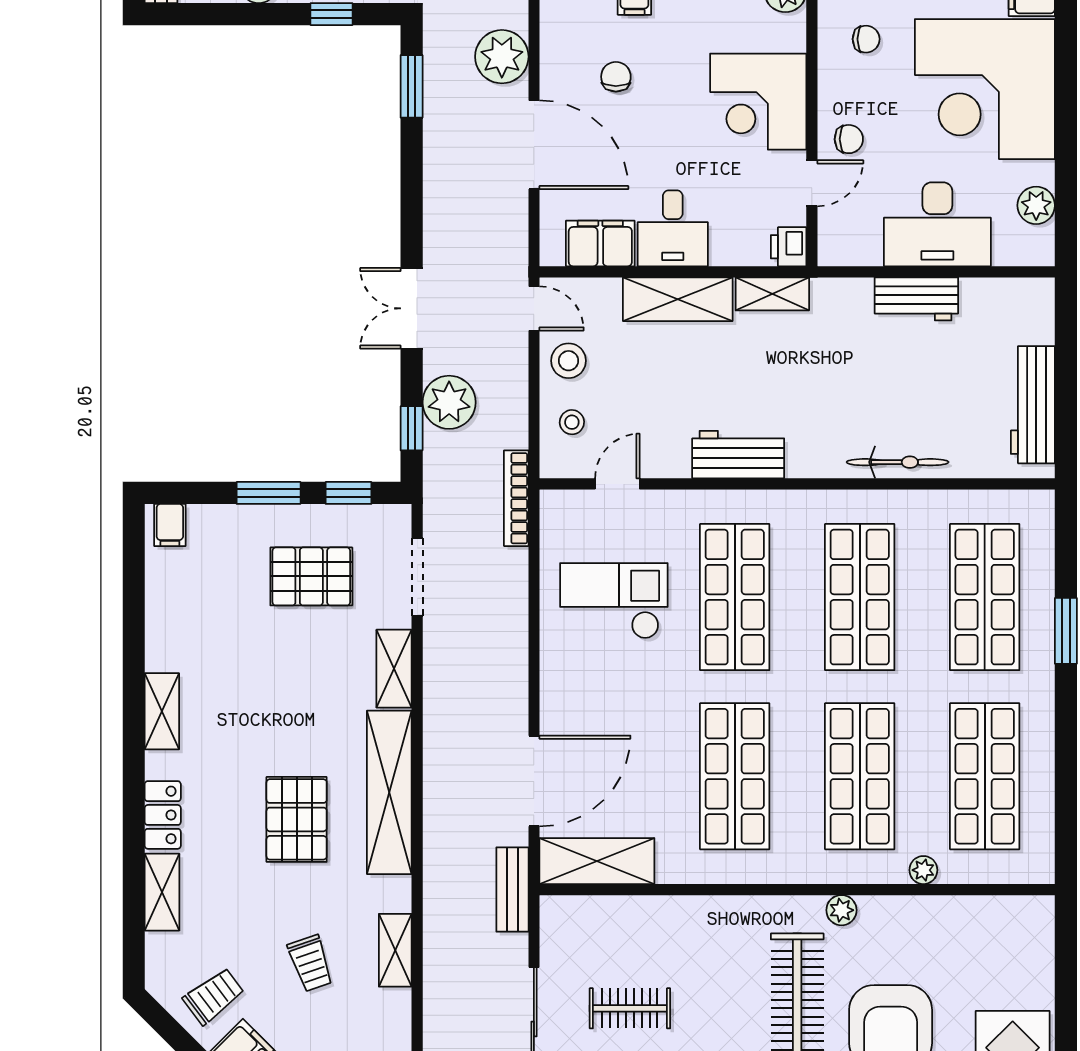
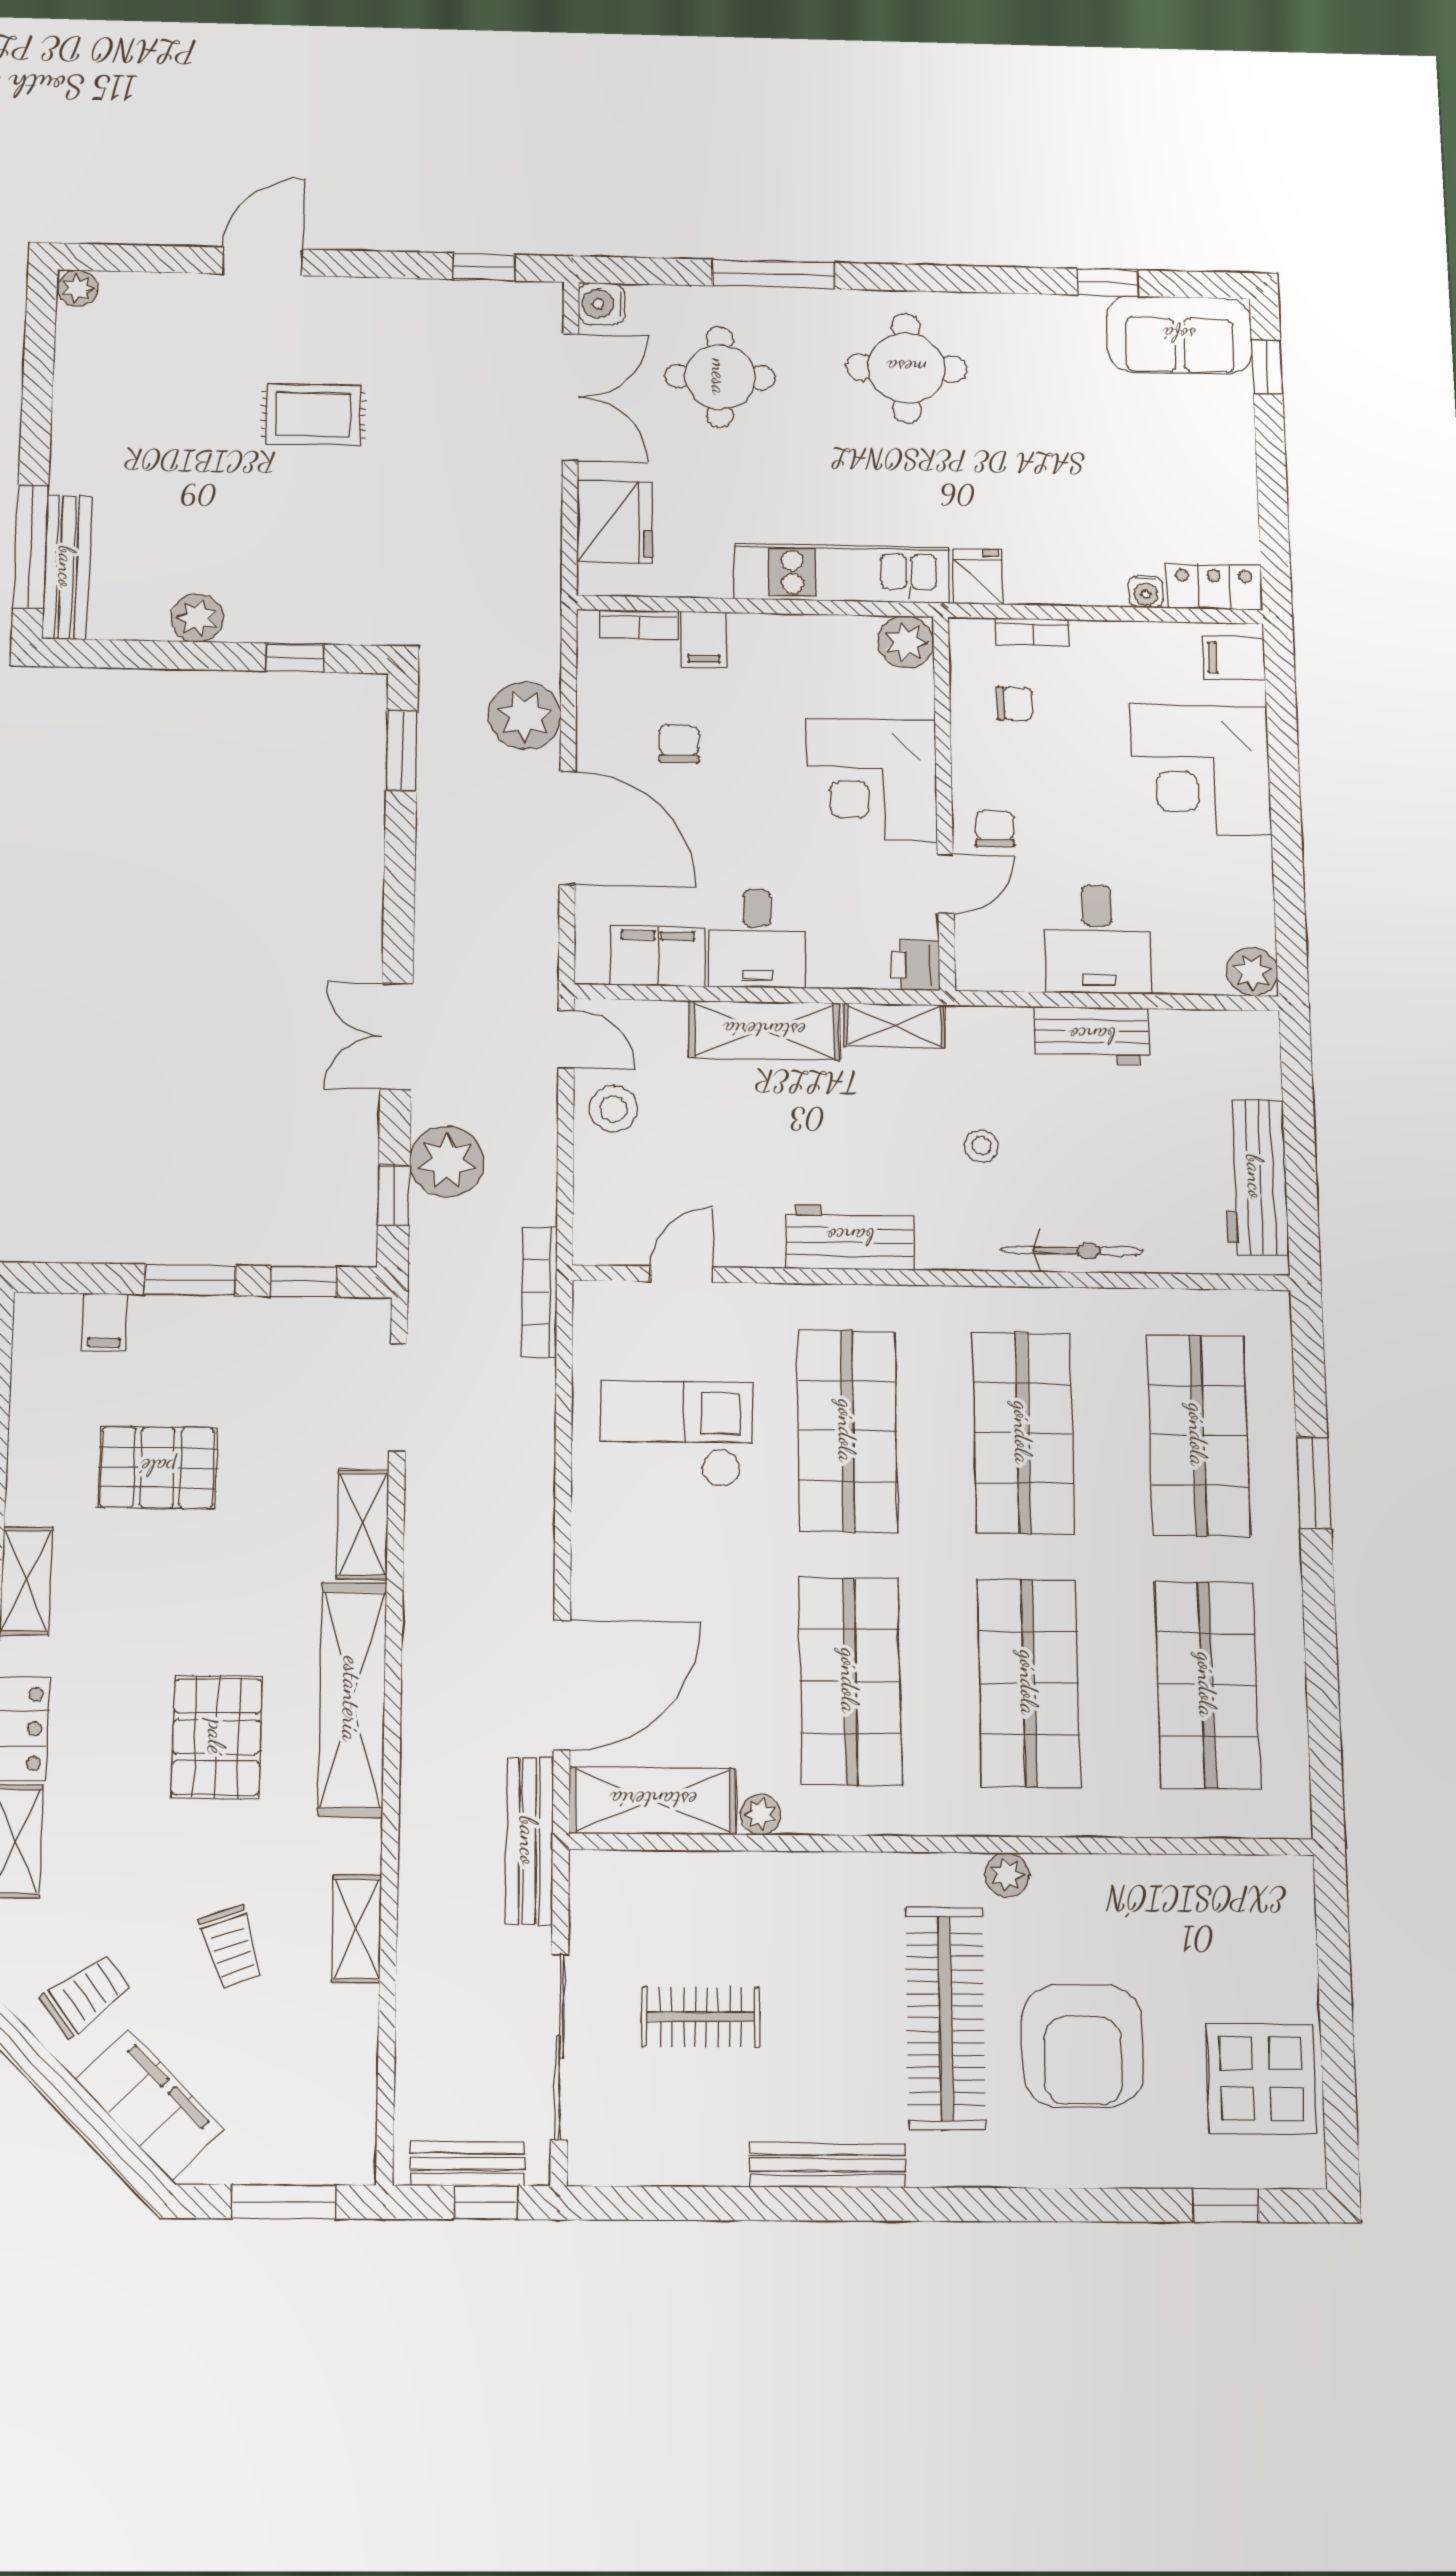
corner desk: (985, 89) -> (1200, 770), width x0.74, depth x0.74
chair: (849, 139) -> (995, 829), turned -89
plant: (1036, 205) -> (1252, 972), moved
desk: (937, 224) -> (1098, 939), width x0.73
stool: (572, 422) -> (981, 1146), moved
filing cabinet: (170, 525) -> (105, 1322), moved
pallet: (311, 576) -> (158, 1468), moved
plant: (923, 870) -> (760, 1815), moved
bench: (512, 889) -> (529, 1841), width x1.36

